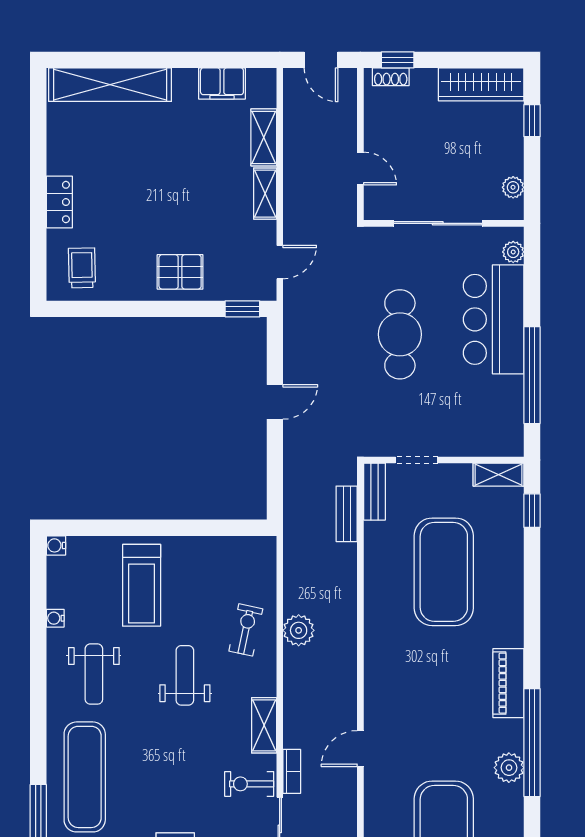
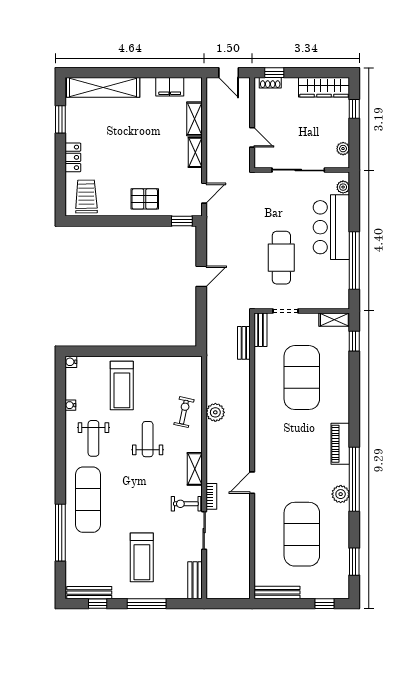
window: (38, 138) -> (60, 119), added
trolley: (82, 268) -> (86, 197), width x1.36, depth x1.39
cafe table: (400, 334) -> (281, 258), moved

